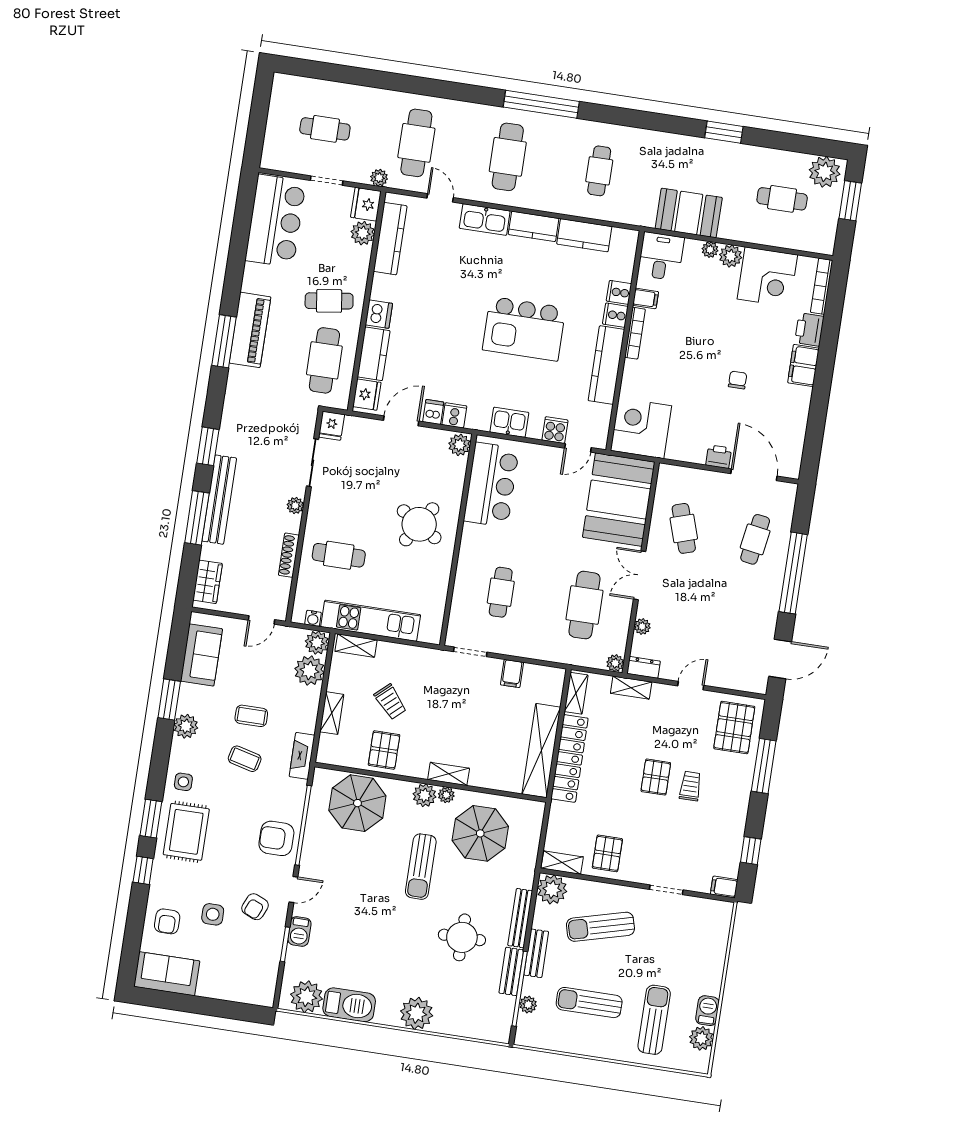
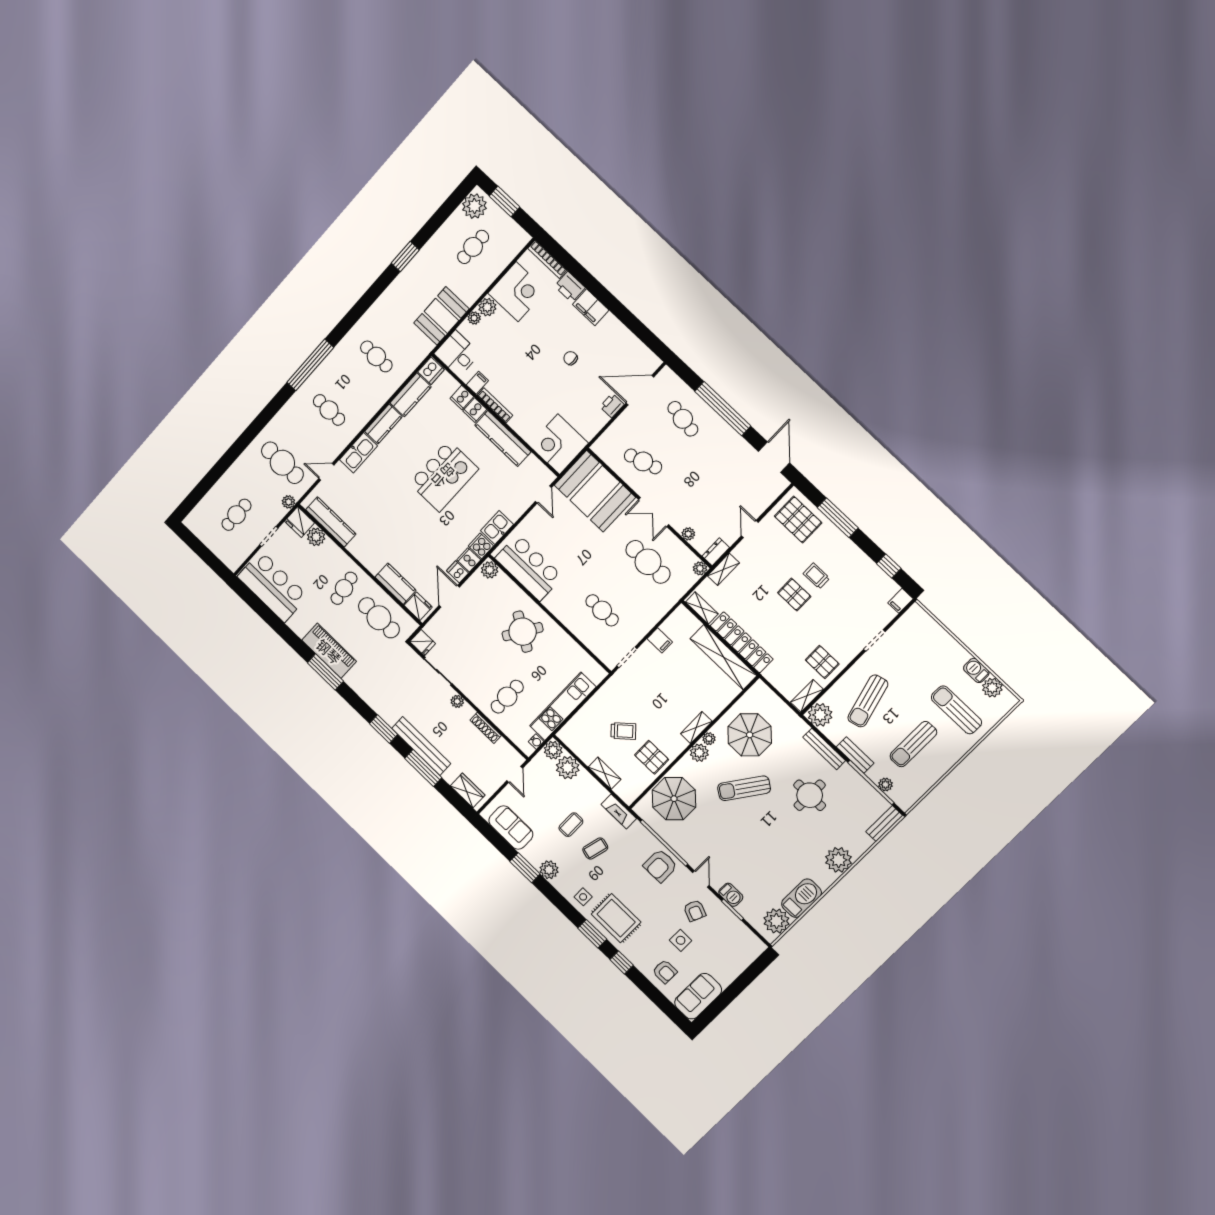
cafe table: (508, 157) -> (329, 410), width x0.73, depth x0.74
dishwasher: (379, 314) -> (431, 371), moved, turned 90
cooker: (555, 430) -> (481, 546), moved
shelving: (356, 646) -> (572, 727), removed
sun lounger: (421, 867) -> (744, 788), turned 125
bench: (511, 971) -> (884, 824), moved, turned 90

